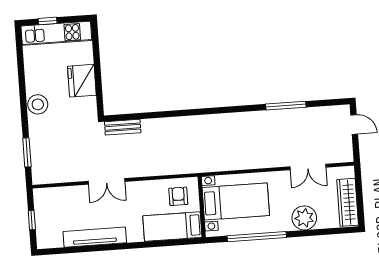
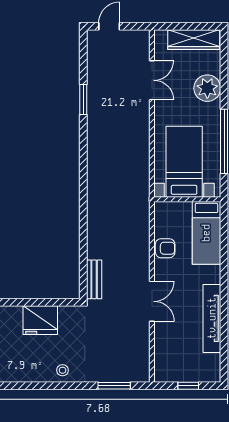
stool: (38, 104) -> (63, 370), width x0.53, depth x0.53
window: (286, 106) -> (83, 100), width x0.69
armchair: (178, 196) -> (165, 248), moved, turned 180

